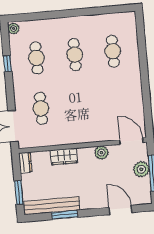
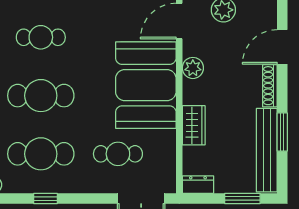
cafe table: (75, 55) -> (41, 96), width x1.37, depth x1.35
cafe table: (36, 58) -> (41, 154), width x1.37, depth x1.35
booth: (88, 123) -> (146, 85), added
shoe rack: (94, 204) -> (270, 86), added

